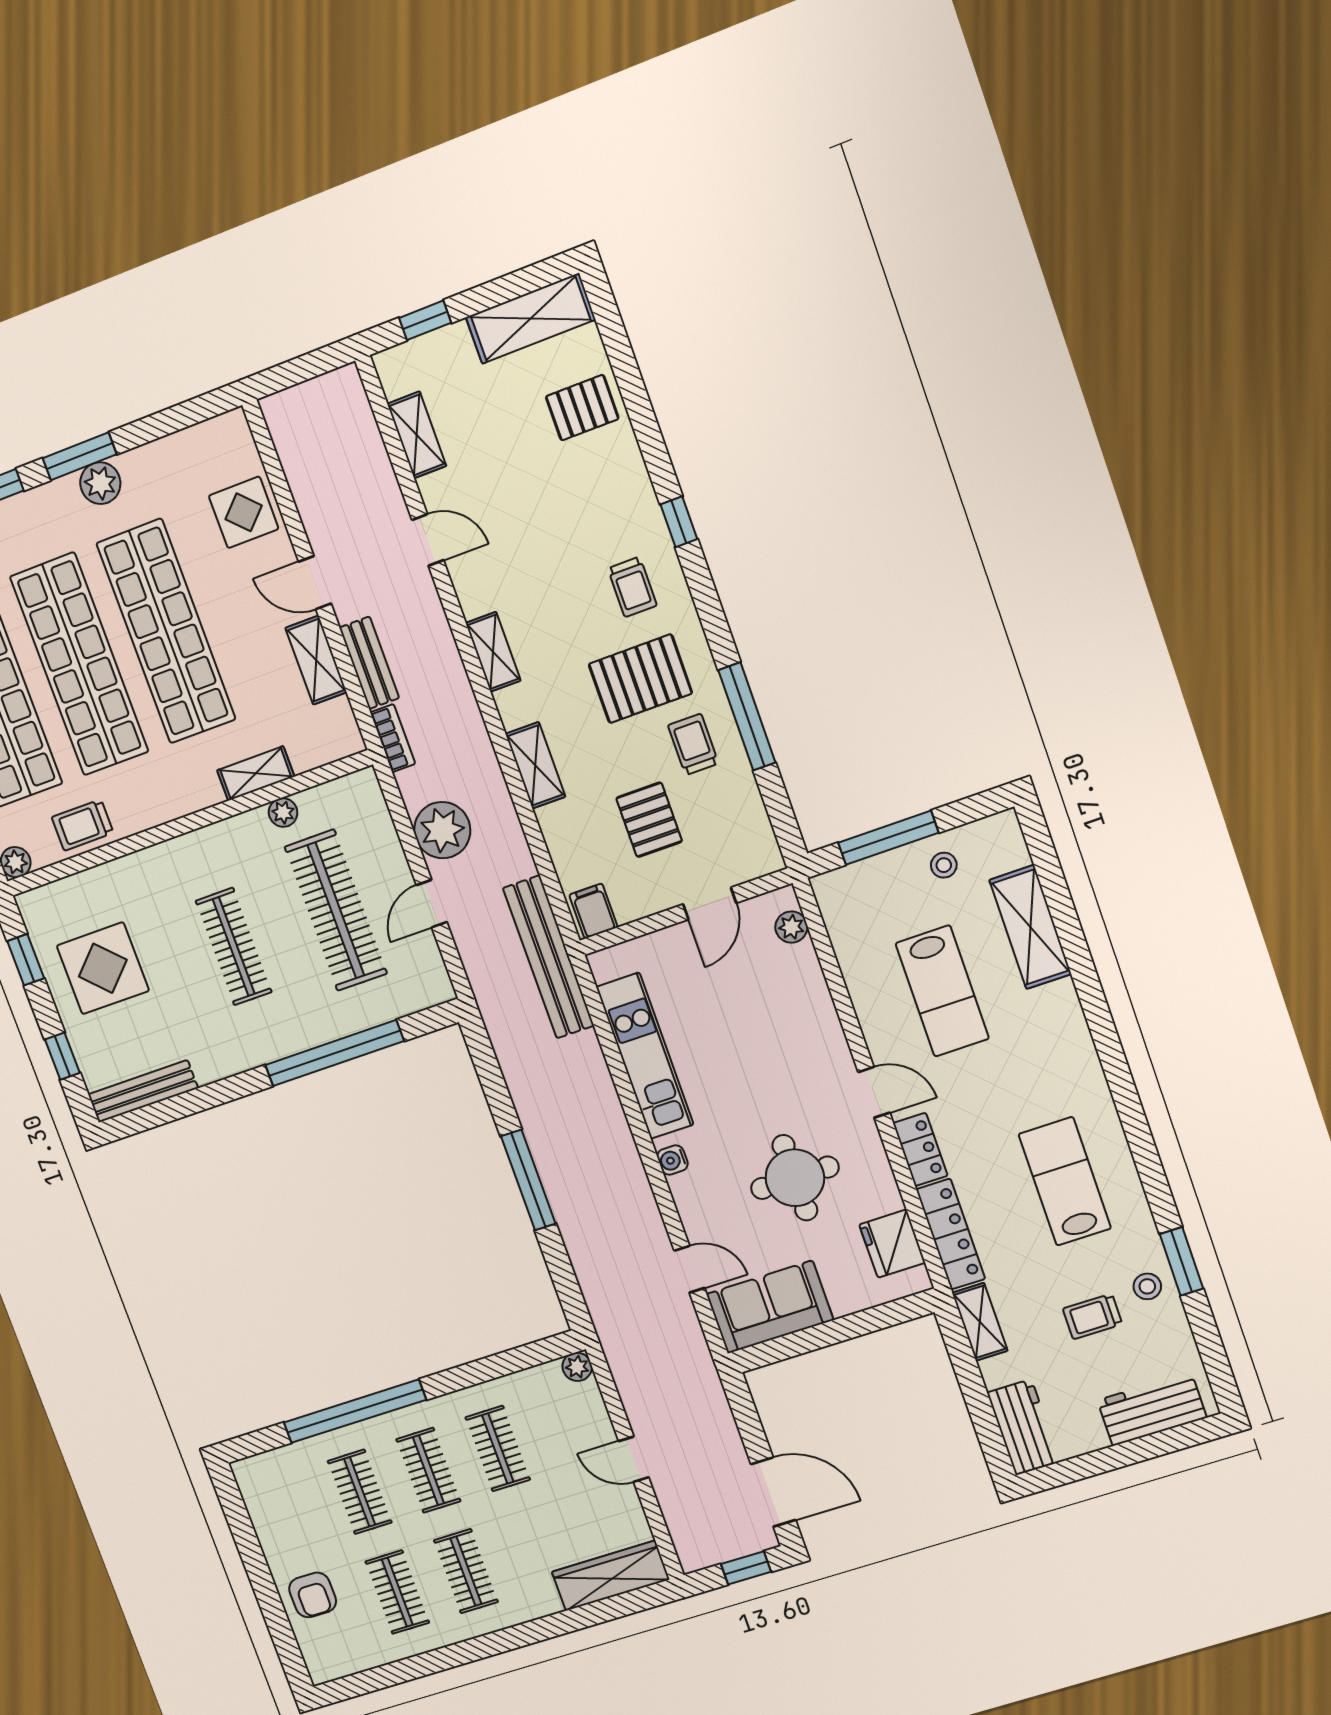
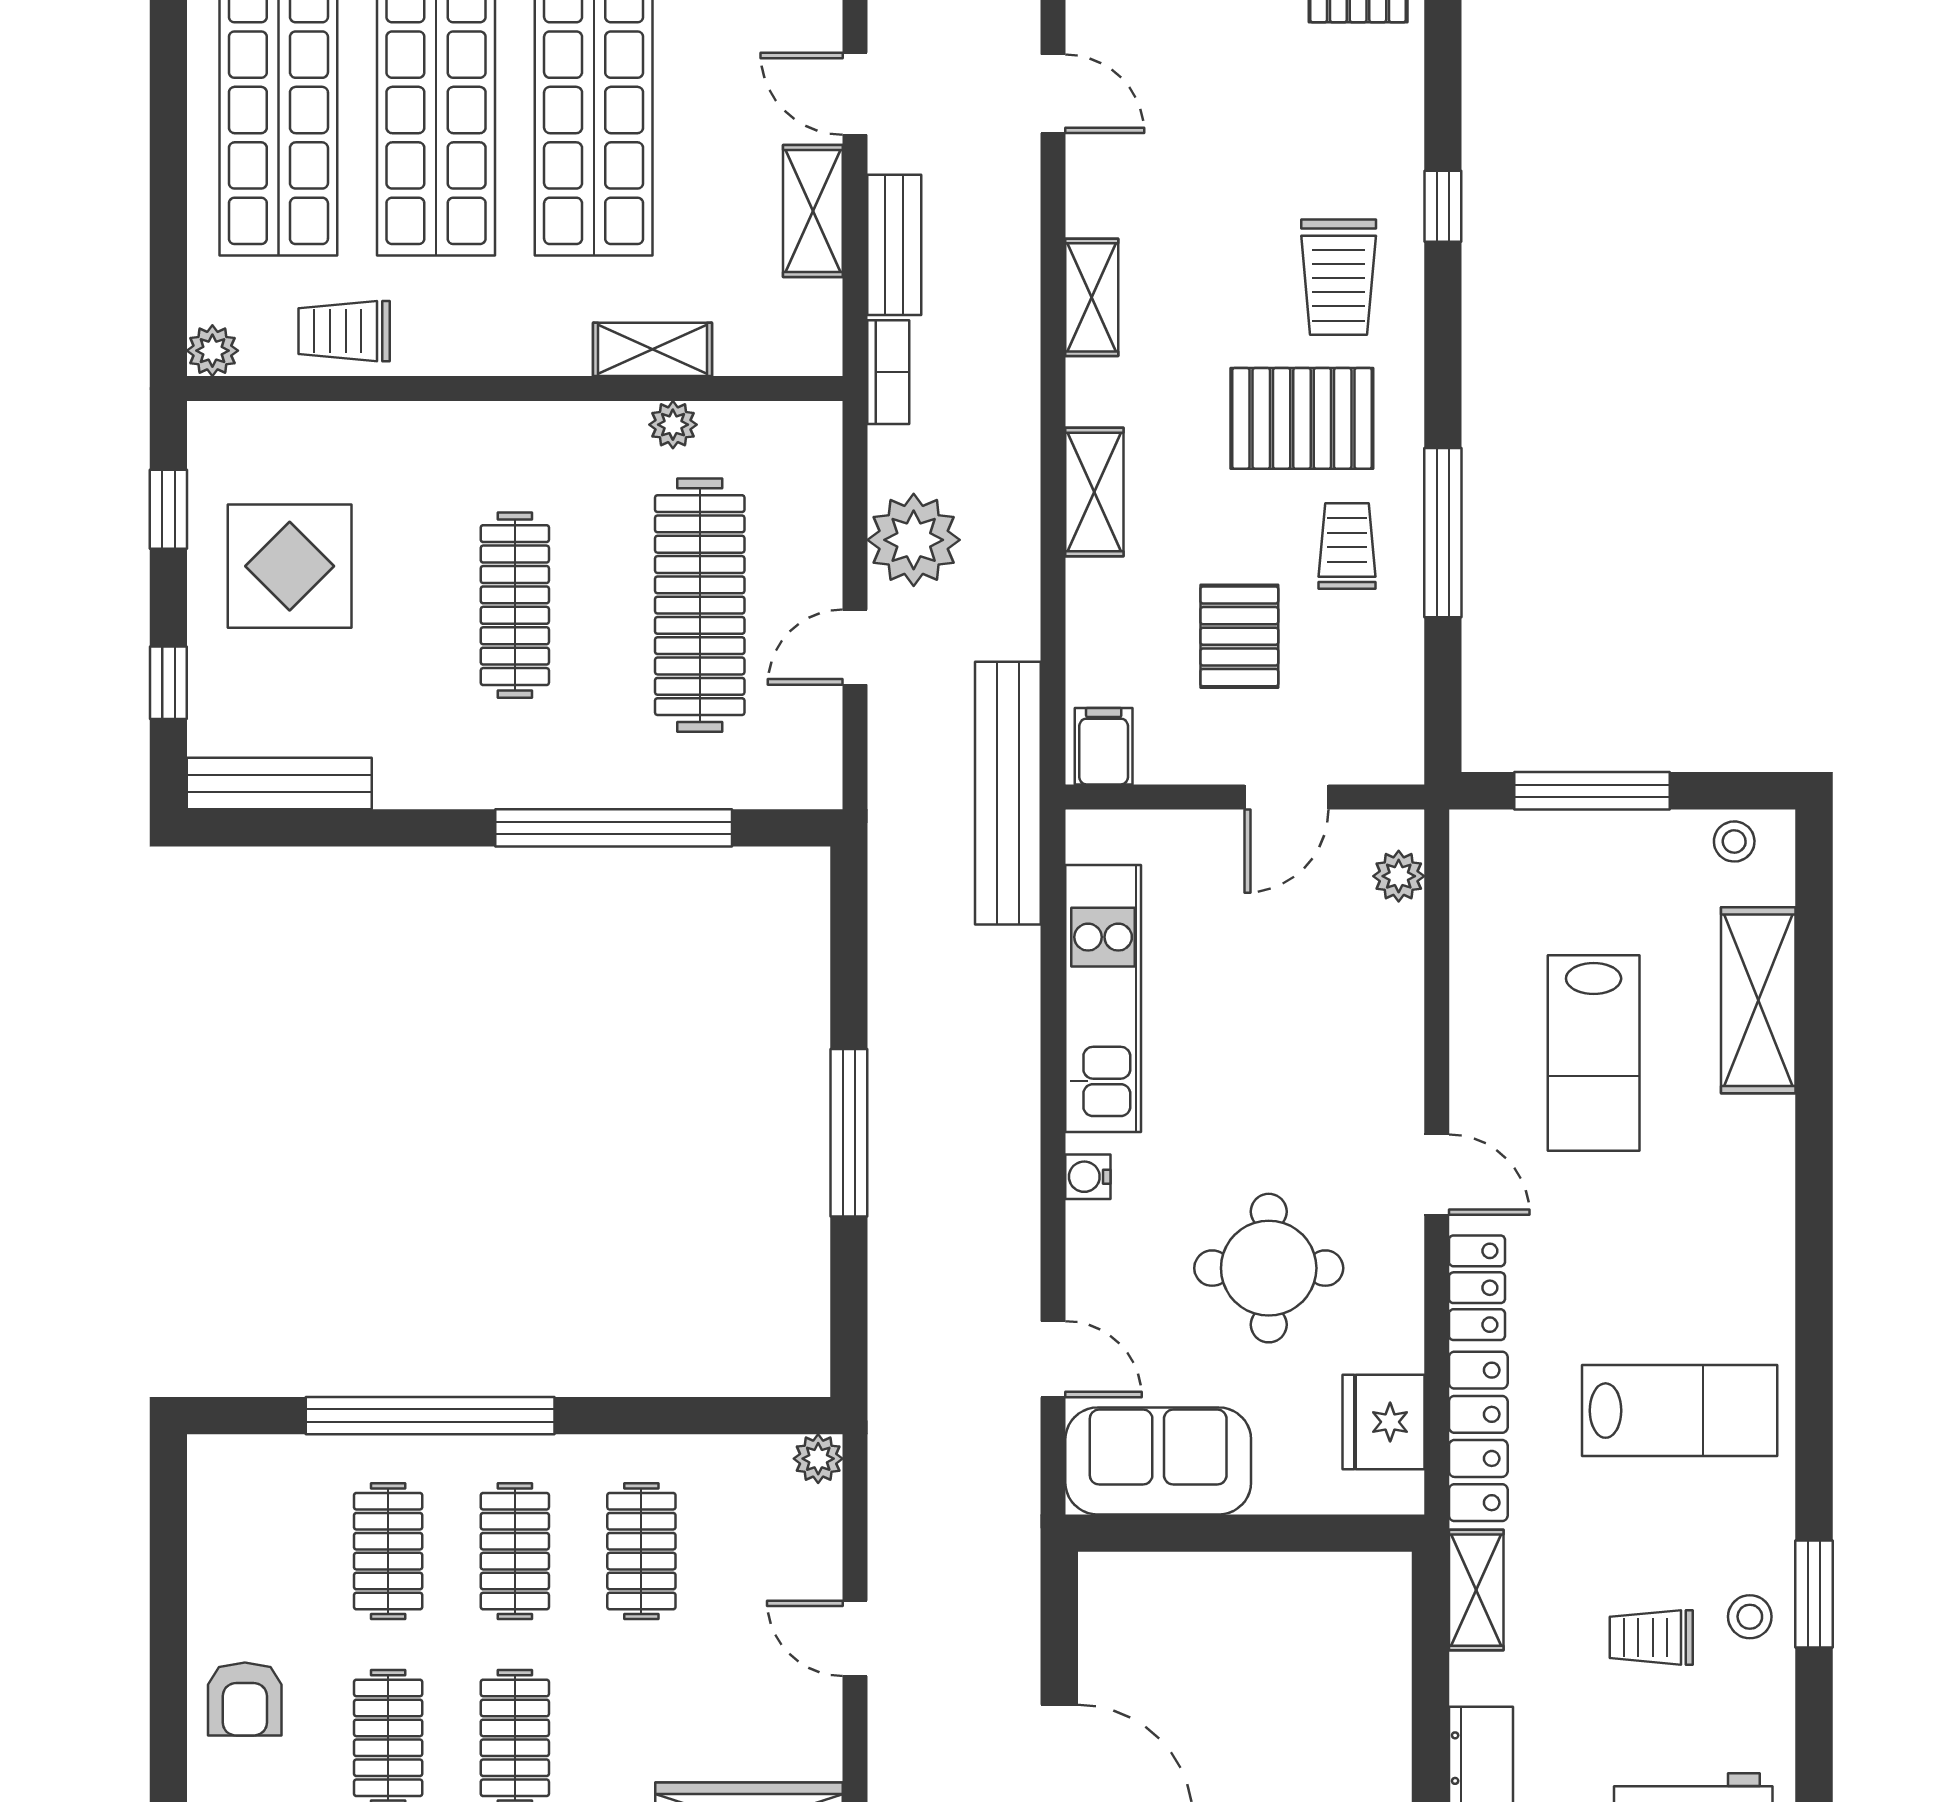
trolley: (632, 587) -> (1339, 277), width x1.36, depth x1.39
stool: (944, 865) -> (1734, 841), moved
lab bench: (1065, 1181) -> (1680, 1411), turned 90

